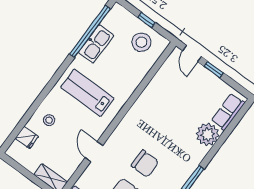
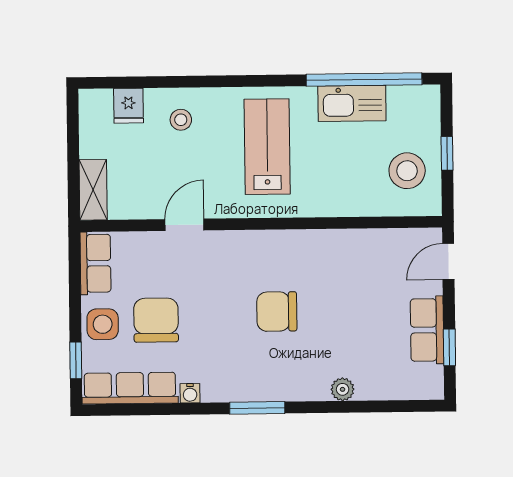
window: (214, 70) -> (449, 347), moved
row of seats: (228, 112) -> (427, 330), moved, turned -90
plant: (208, 134) -> (343, 389), width x0.53, depth x0.53
chair: (145, 164) -> (277, 312), moved, turned 90

